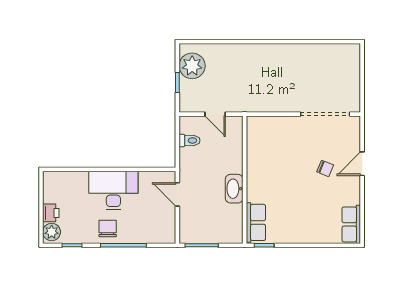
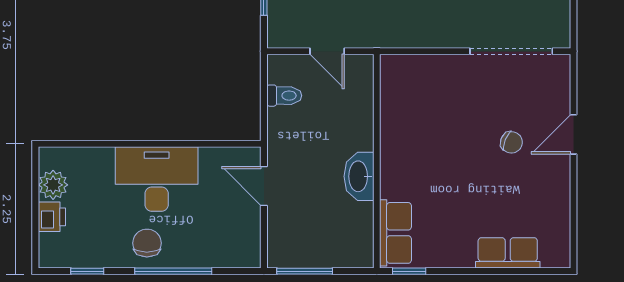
row of seats: (351, 224) -> (508, 253), moved, turned 90
plant: (52, 232) -> (53, 185), moved

